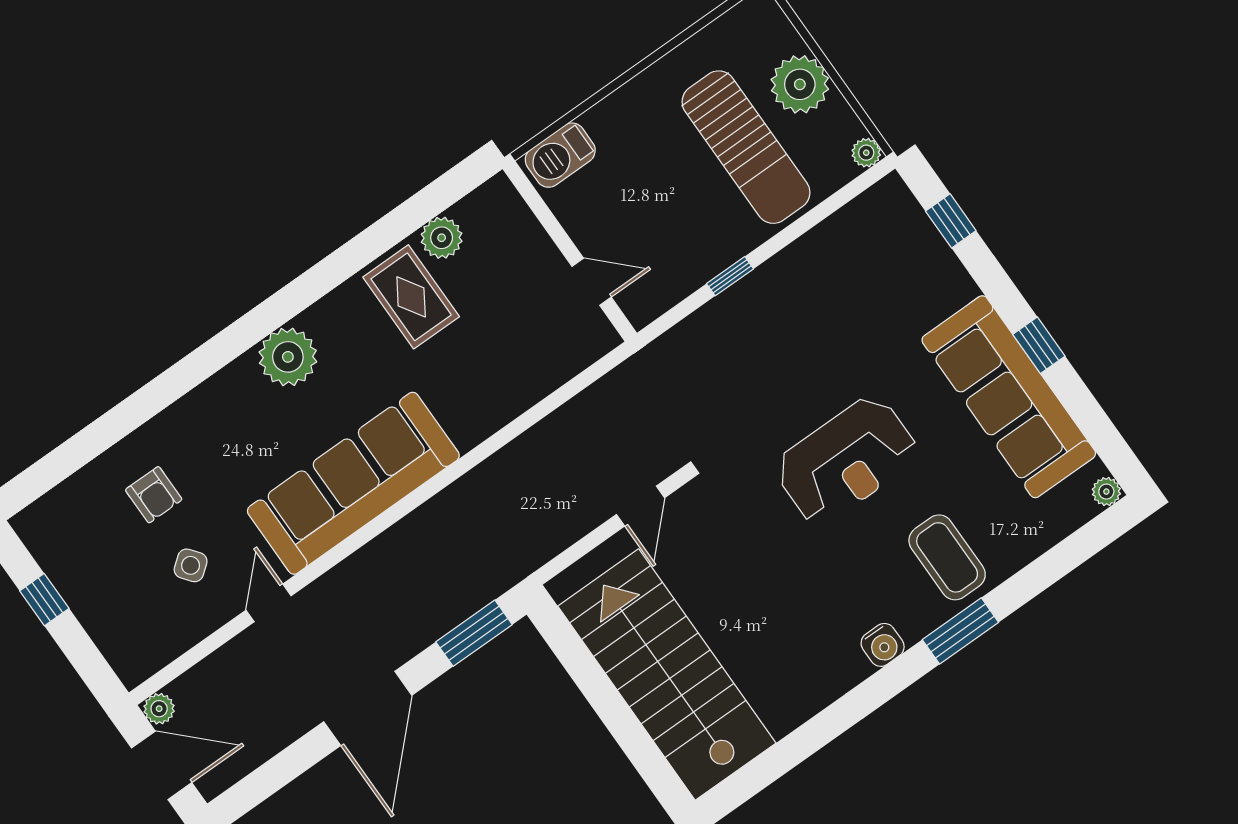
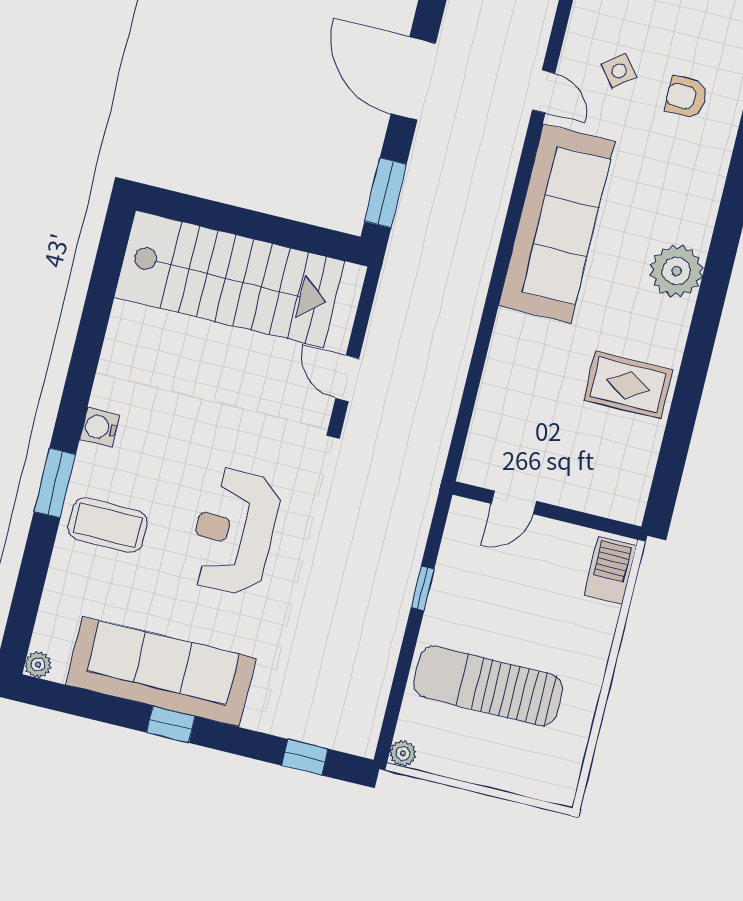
plant: (800, 84) -> (489, 761), removed
plant: (442, 238) -> (642, 443), removed

